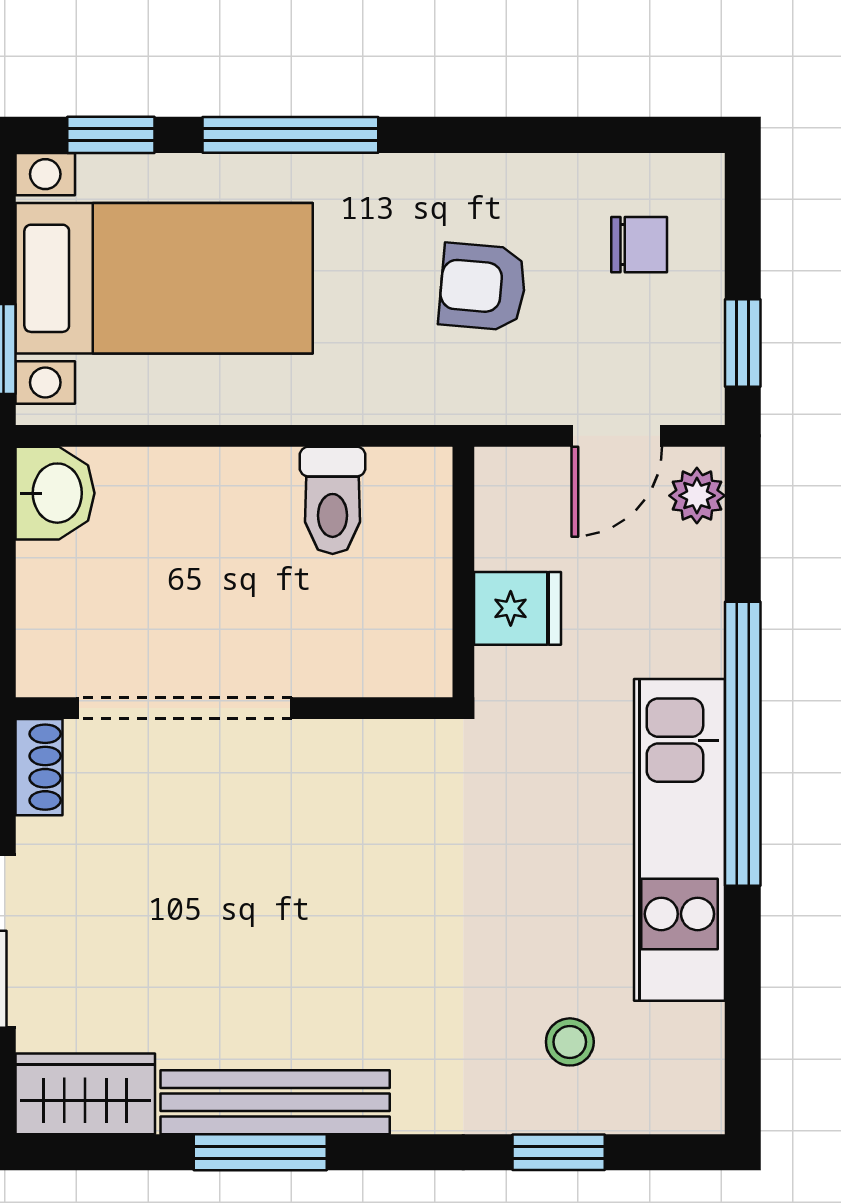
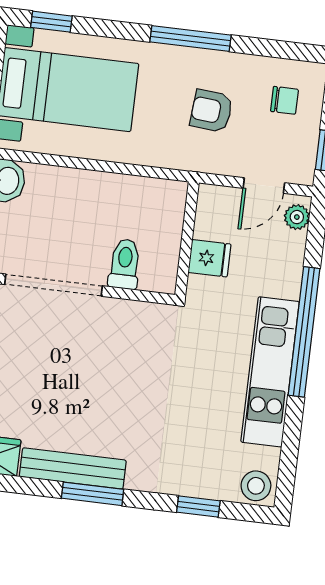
window: (290, 135) -> (190, 39), moved
toilet: (333, 500) -> (125, 264), moved, turned 180
stool: (570, 1042) -> (256, 486), moved, width x1.37, depth x1.37
window: (260, 1152) -> (93, 494), moved

